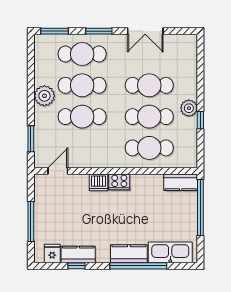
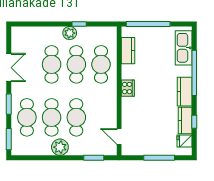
dishwasher: (99, 182) -> (128, 104), removed
kitchen counter: (181, 182) -> (128, 51), moved
kitchen counter: (129, 254) -> (185, 92), moved

